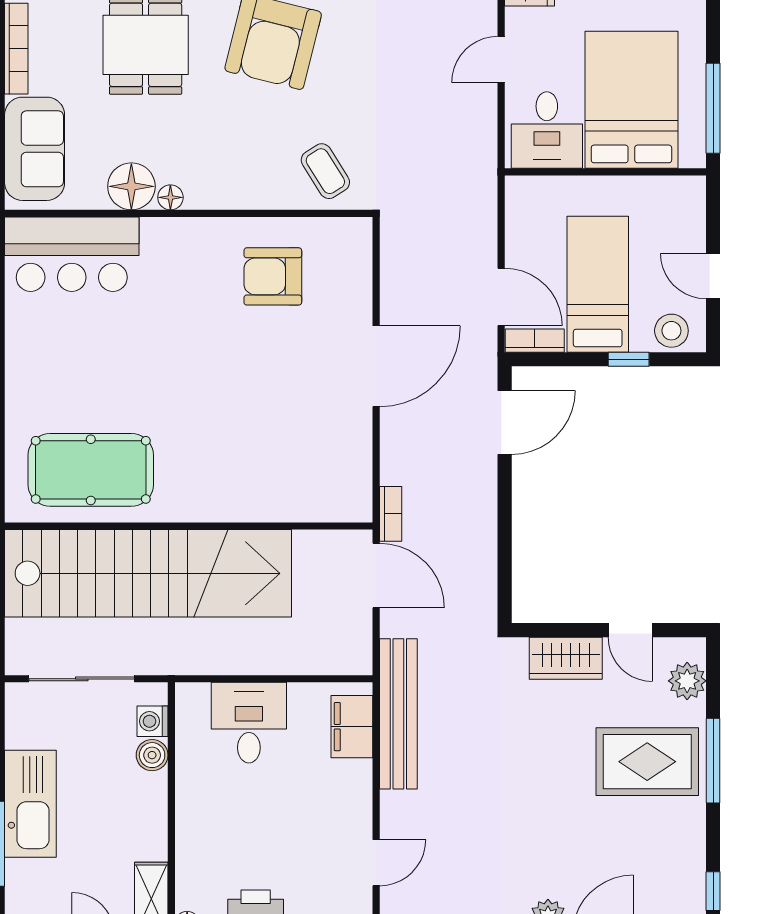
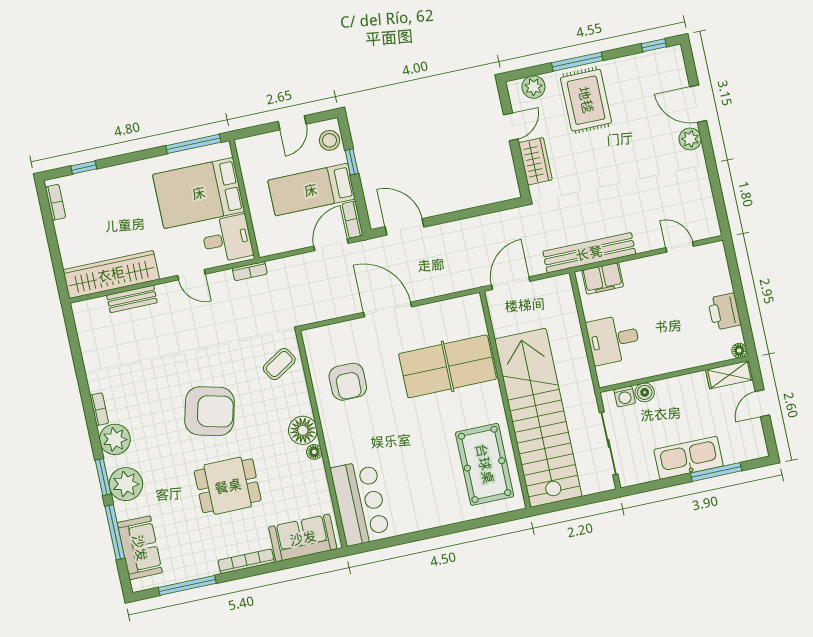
floor lamp: (131, 186) -> (303, 430), moved
table tennis table: (263, 444) -> (448, 366), added
bookcase: (391, 514) -> (250, 271), moved, turned 180

